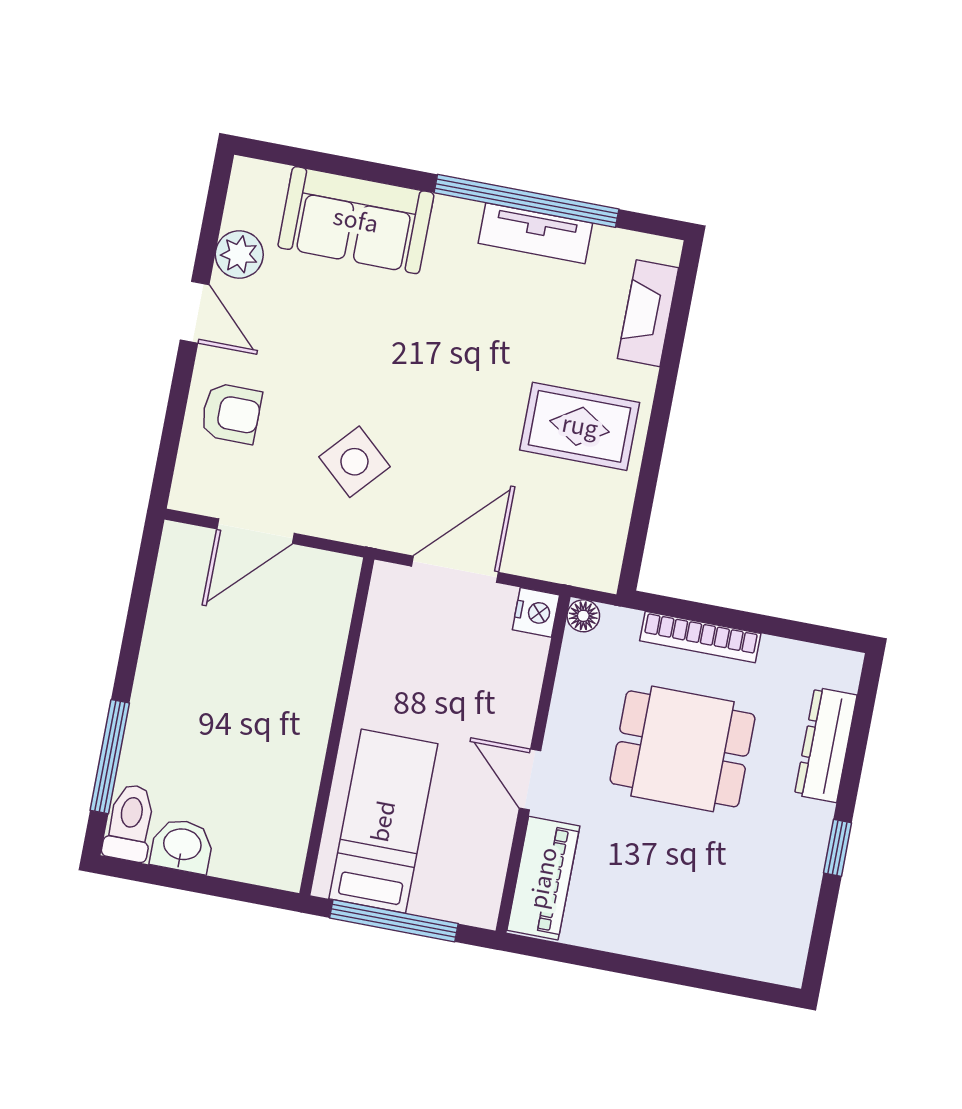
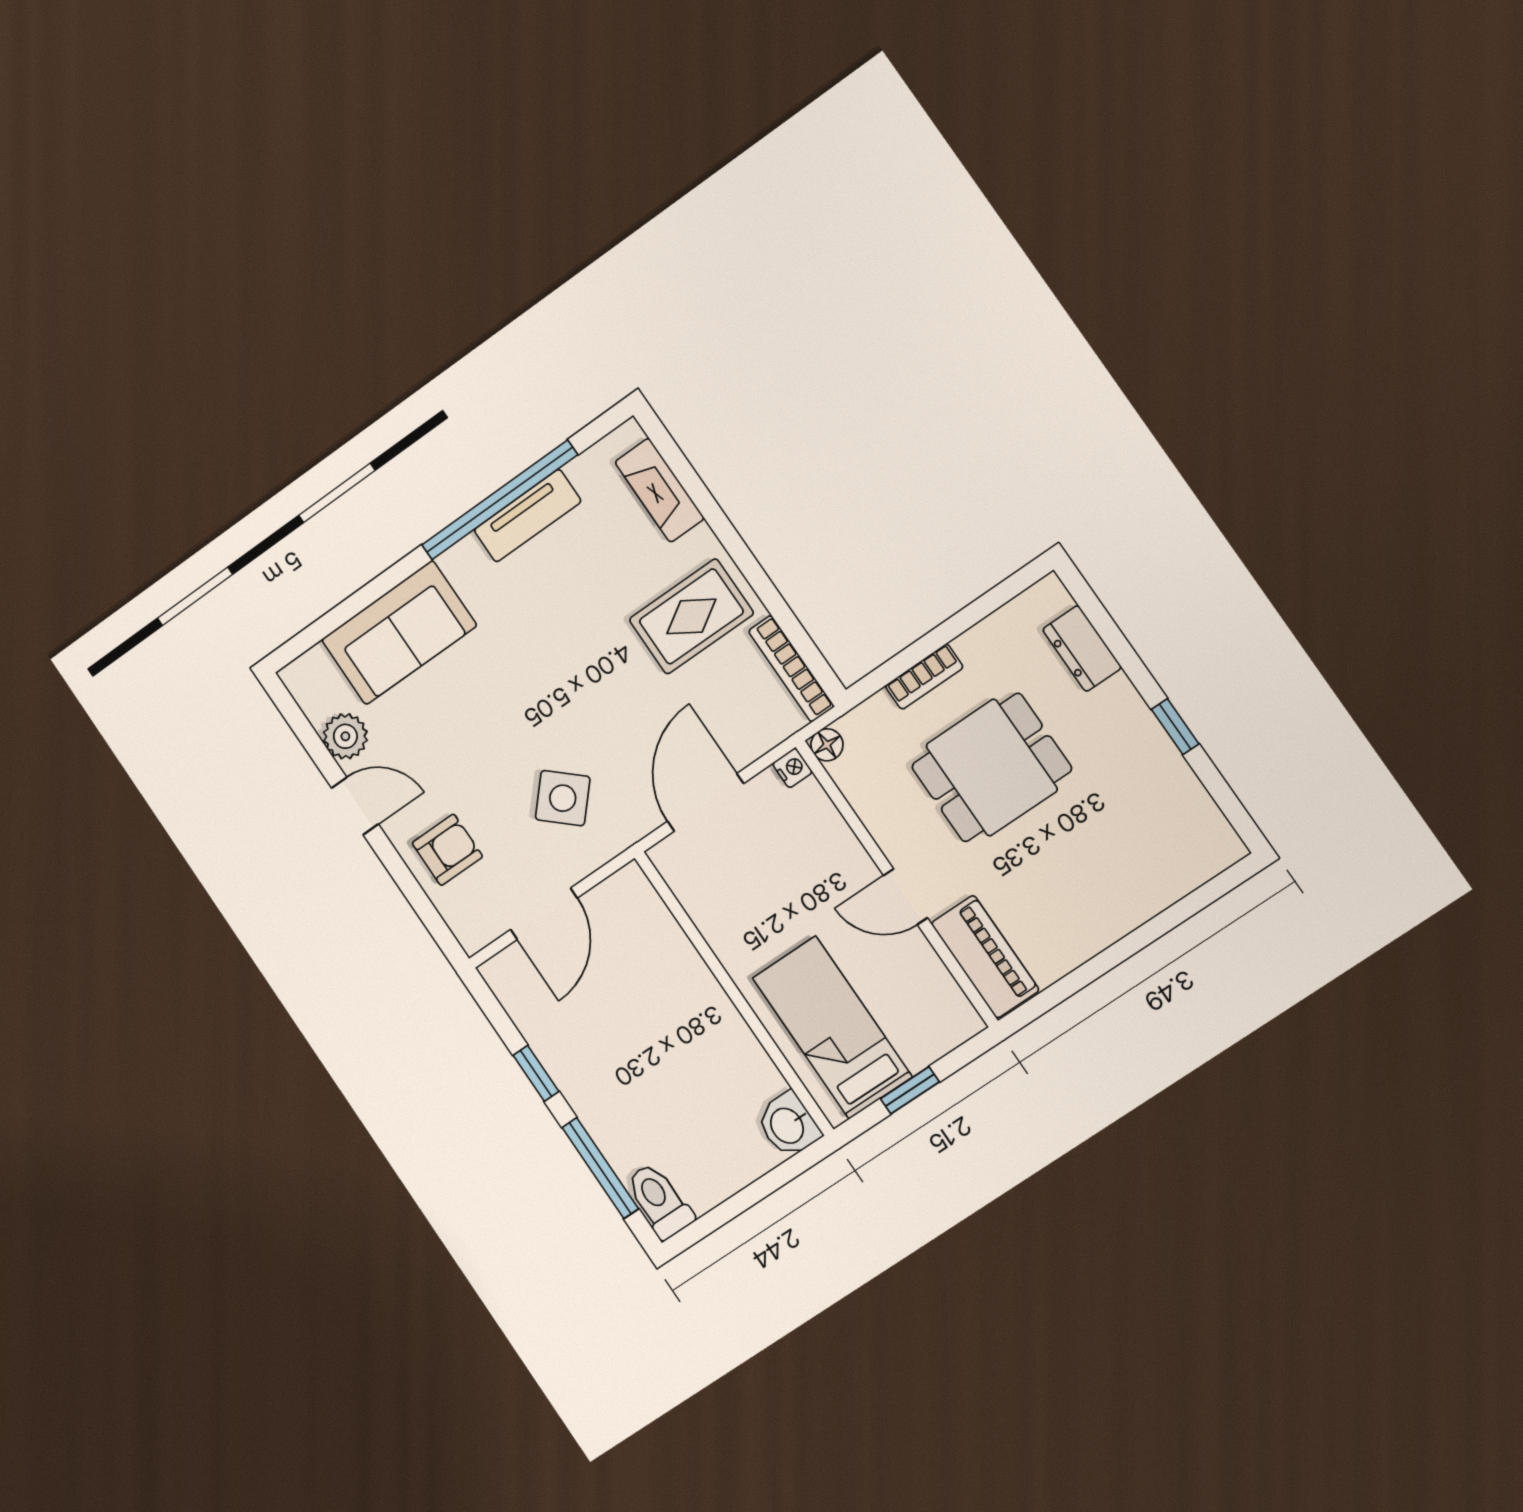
bookcase: (613, 536) -> (791, 669), added
nightstand: (536, 612) -> (792, 768), width x0.72, depth x0.74
bookcase: (700, 637) -> (924, 677), width x0.64
window: (132, 641) -> (536, 1073), added
dresser: (826, 745) -> (1082, 648), width x0.70
washbasin: (182, 846) -> (788, 1125), moved, turned -90
window: (394, 921) -> (910, 1090), width x0.46

